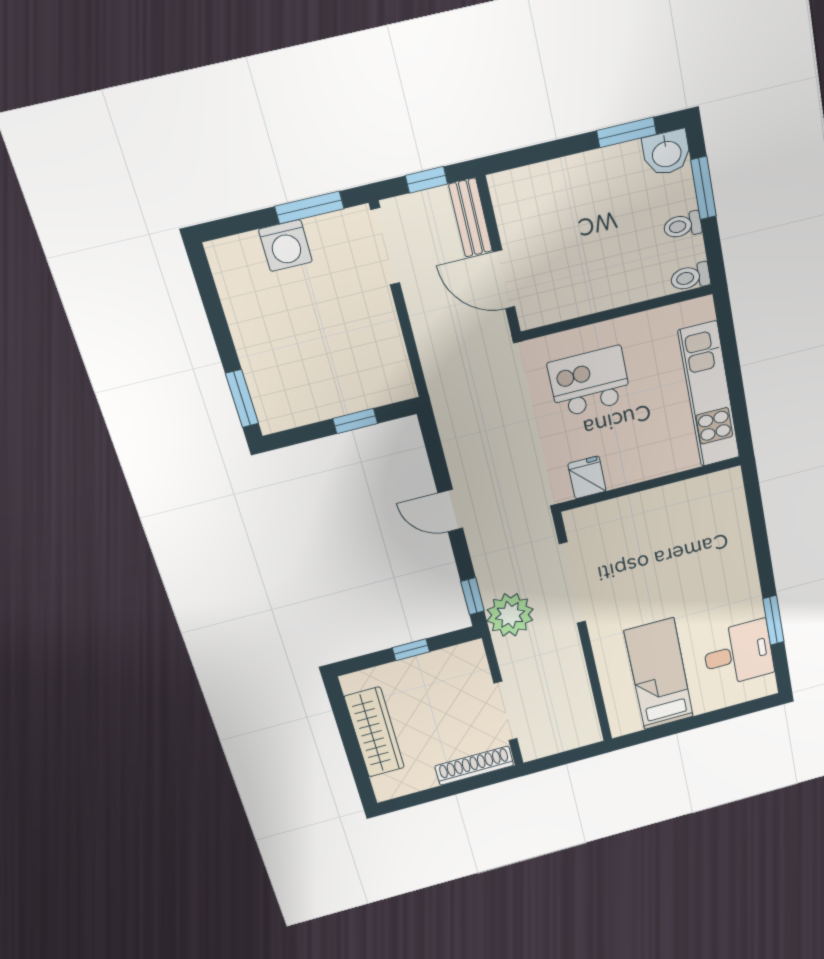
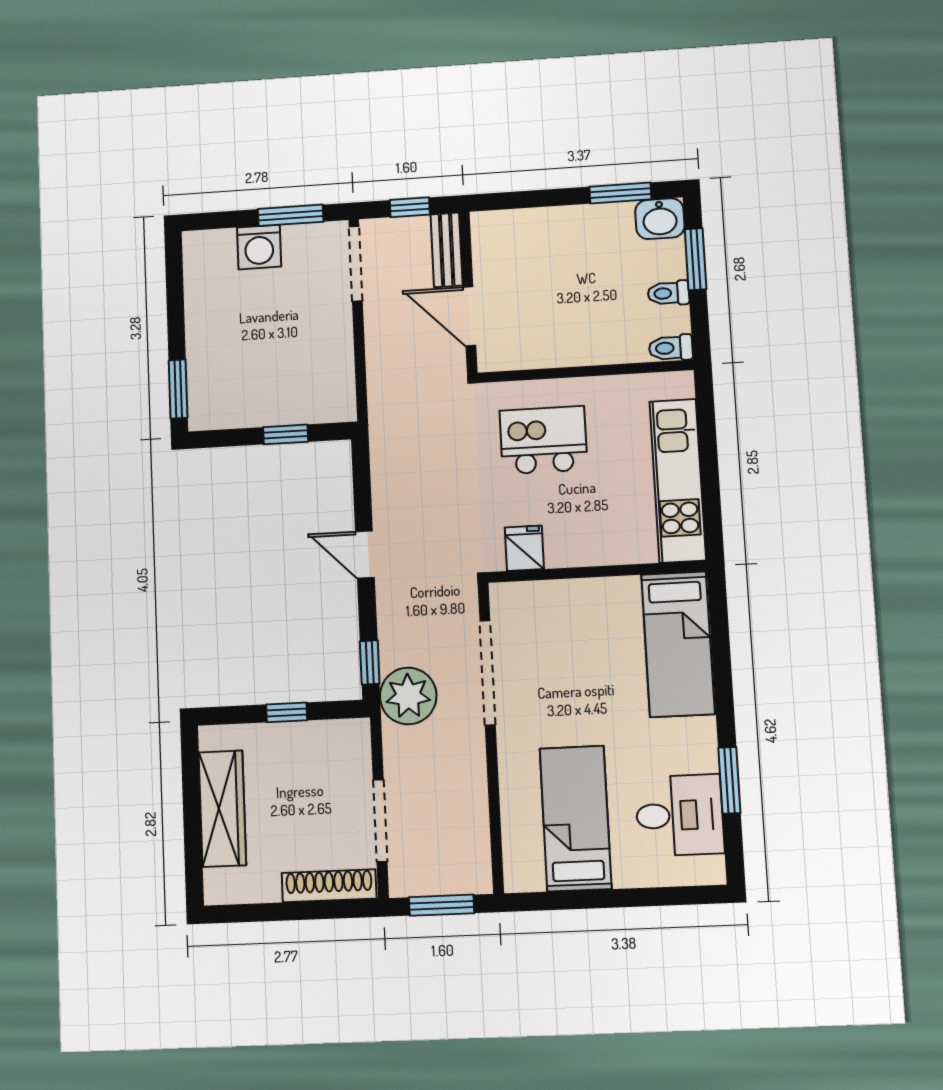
bed: (724, 528) -> (678, 644), added
window: (565, 758) -> (442, 905), added

